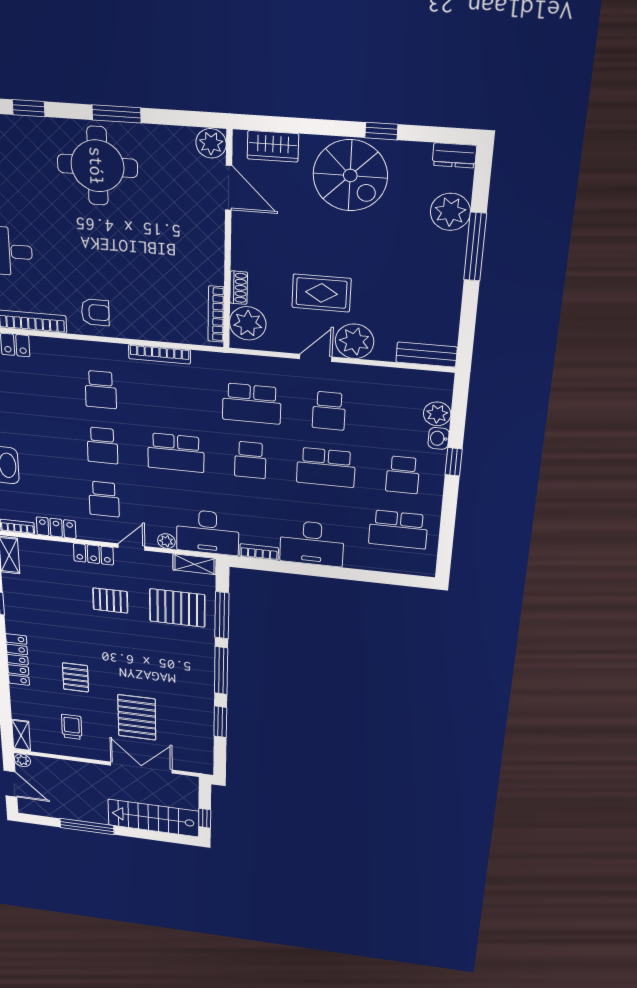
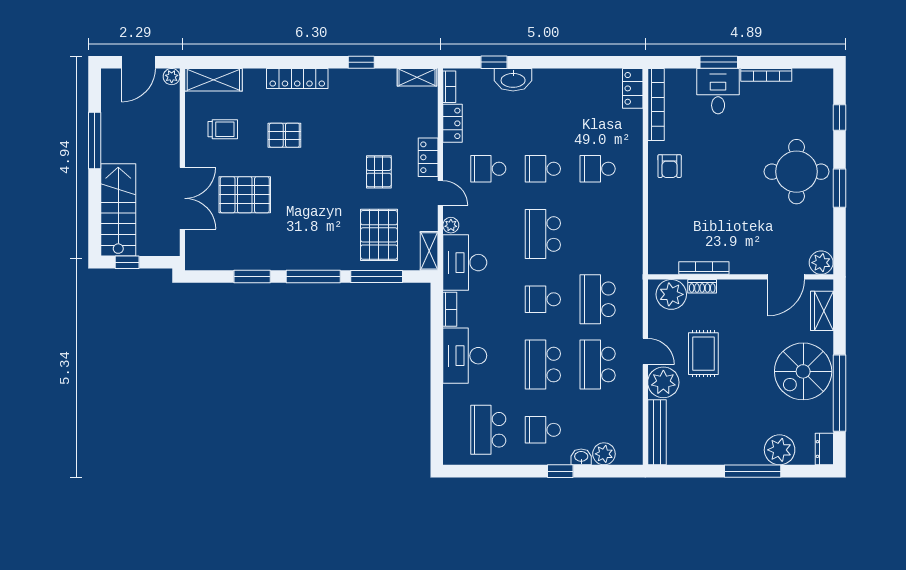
window: (381, 131) -> (840, 393), width x3.17
bookcase: (216, 314) -> (704, 268), moved
bookcase: (159, 354) -> (636, 220), removed
bench: (426, 355) -> (657, 432), width x1.36
school desk: (329, 411) -> (598, 365), width x1.85
shelving: (21, 735) -> (213, 80), width x1.50, depth x1.33

